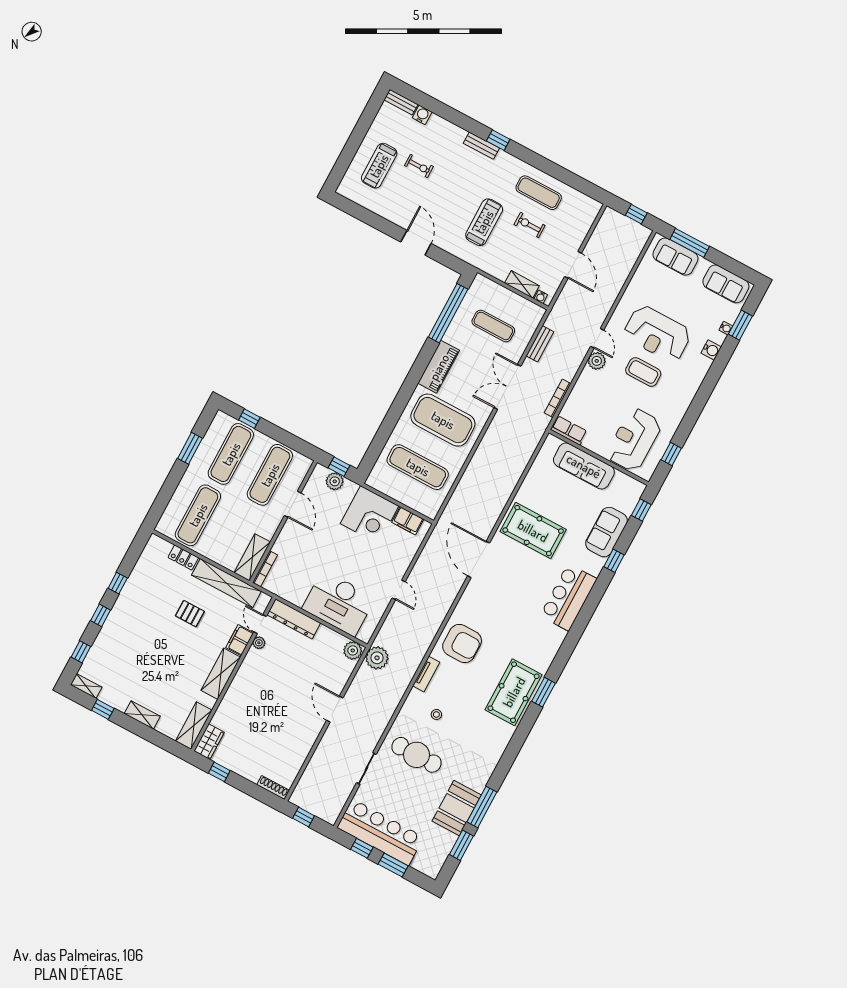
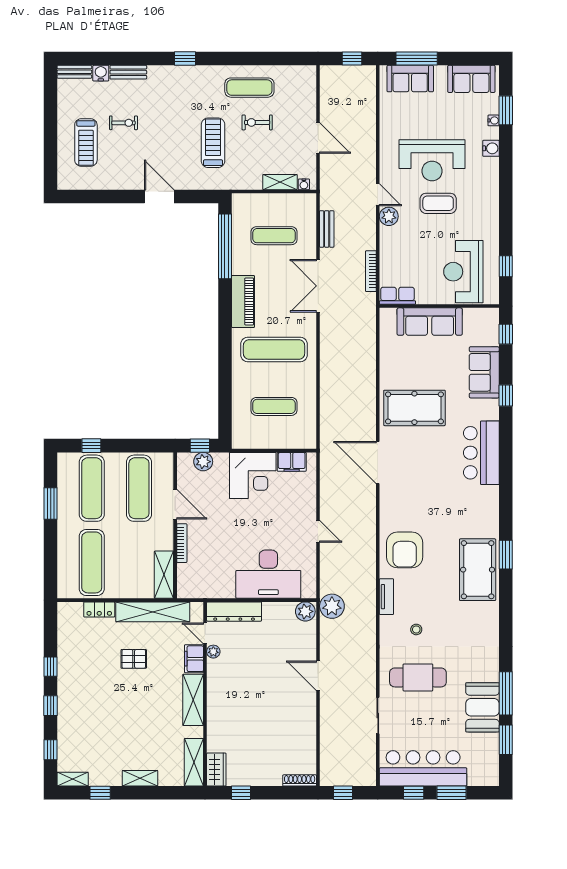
bench: (481, 146) -> (128, 72), moved
exercise mat: (443, 420) -> (274, 349), width x0.68
exercise mat: (418, 467) -> (274, 406), width x0.73, depth x0.69
bookcase: (265, 569) -> (182, 543), moved
armchair: (462, 644) -> (405, 550), turned 90

